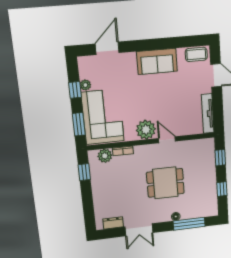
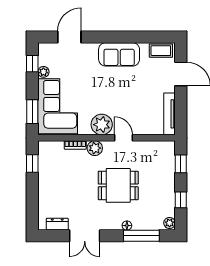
window: (75, 90) -> (32, 64), moved
plant: (105, 156) -> (95, 148), moved
plant: (213, 210) -> (170, 223), added

